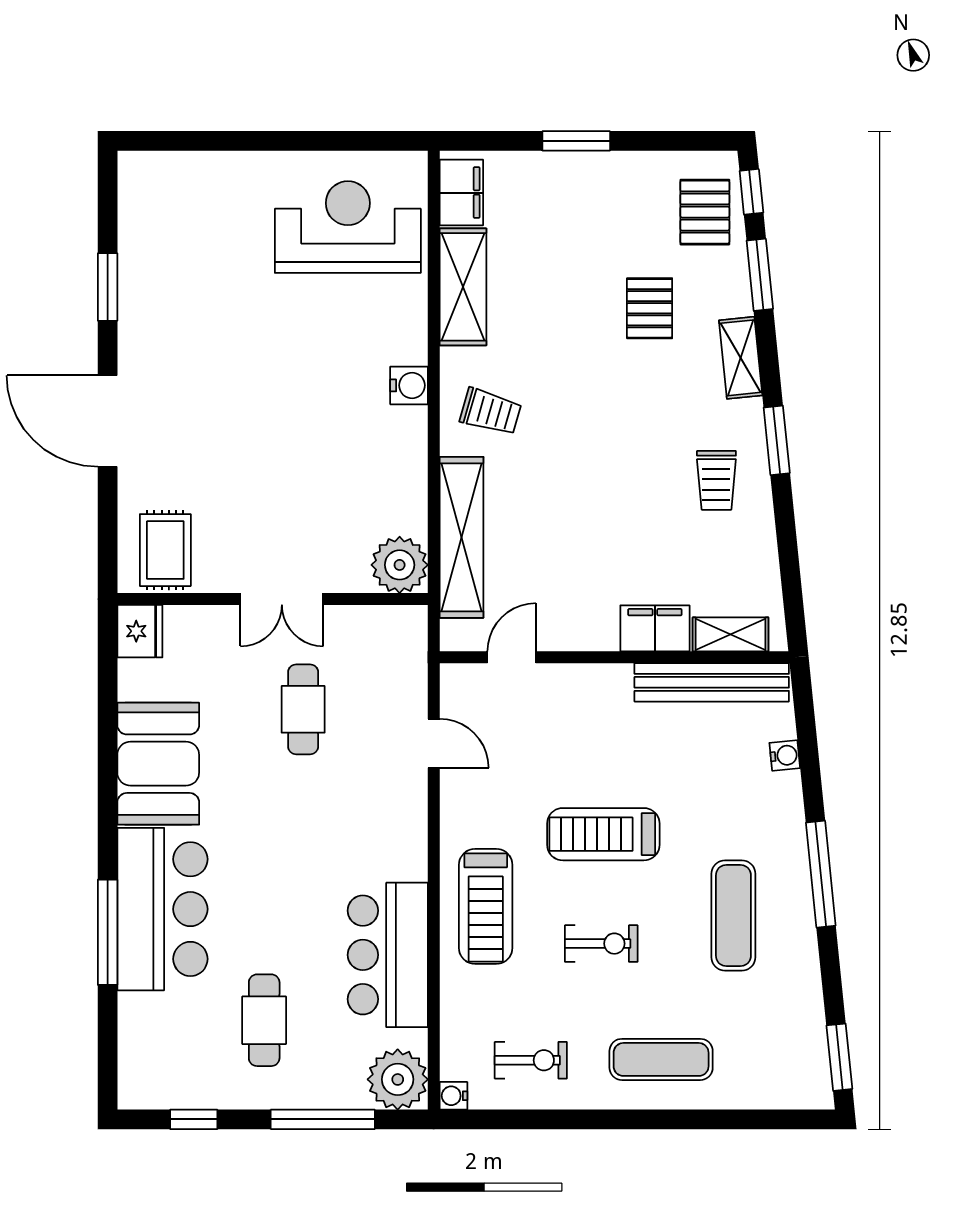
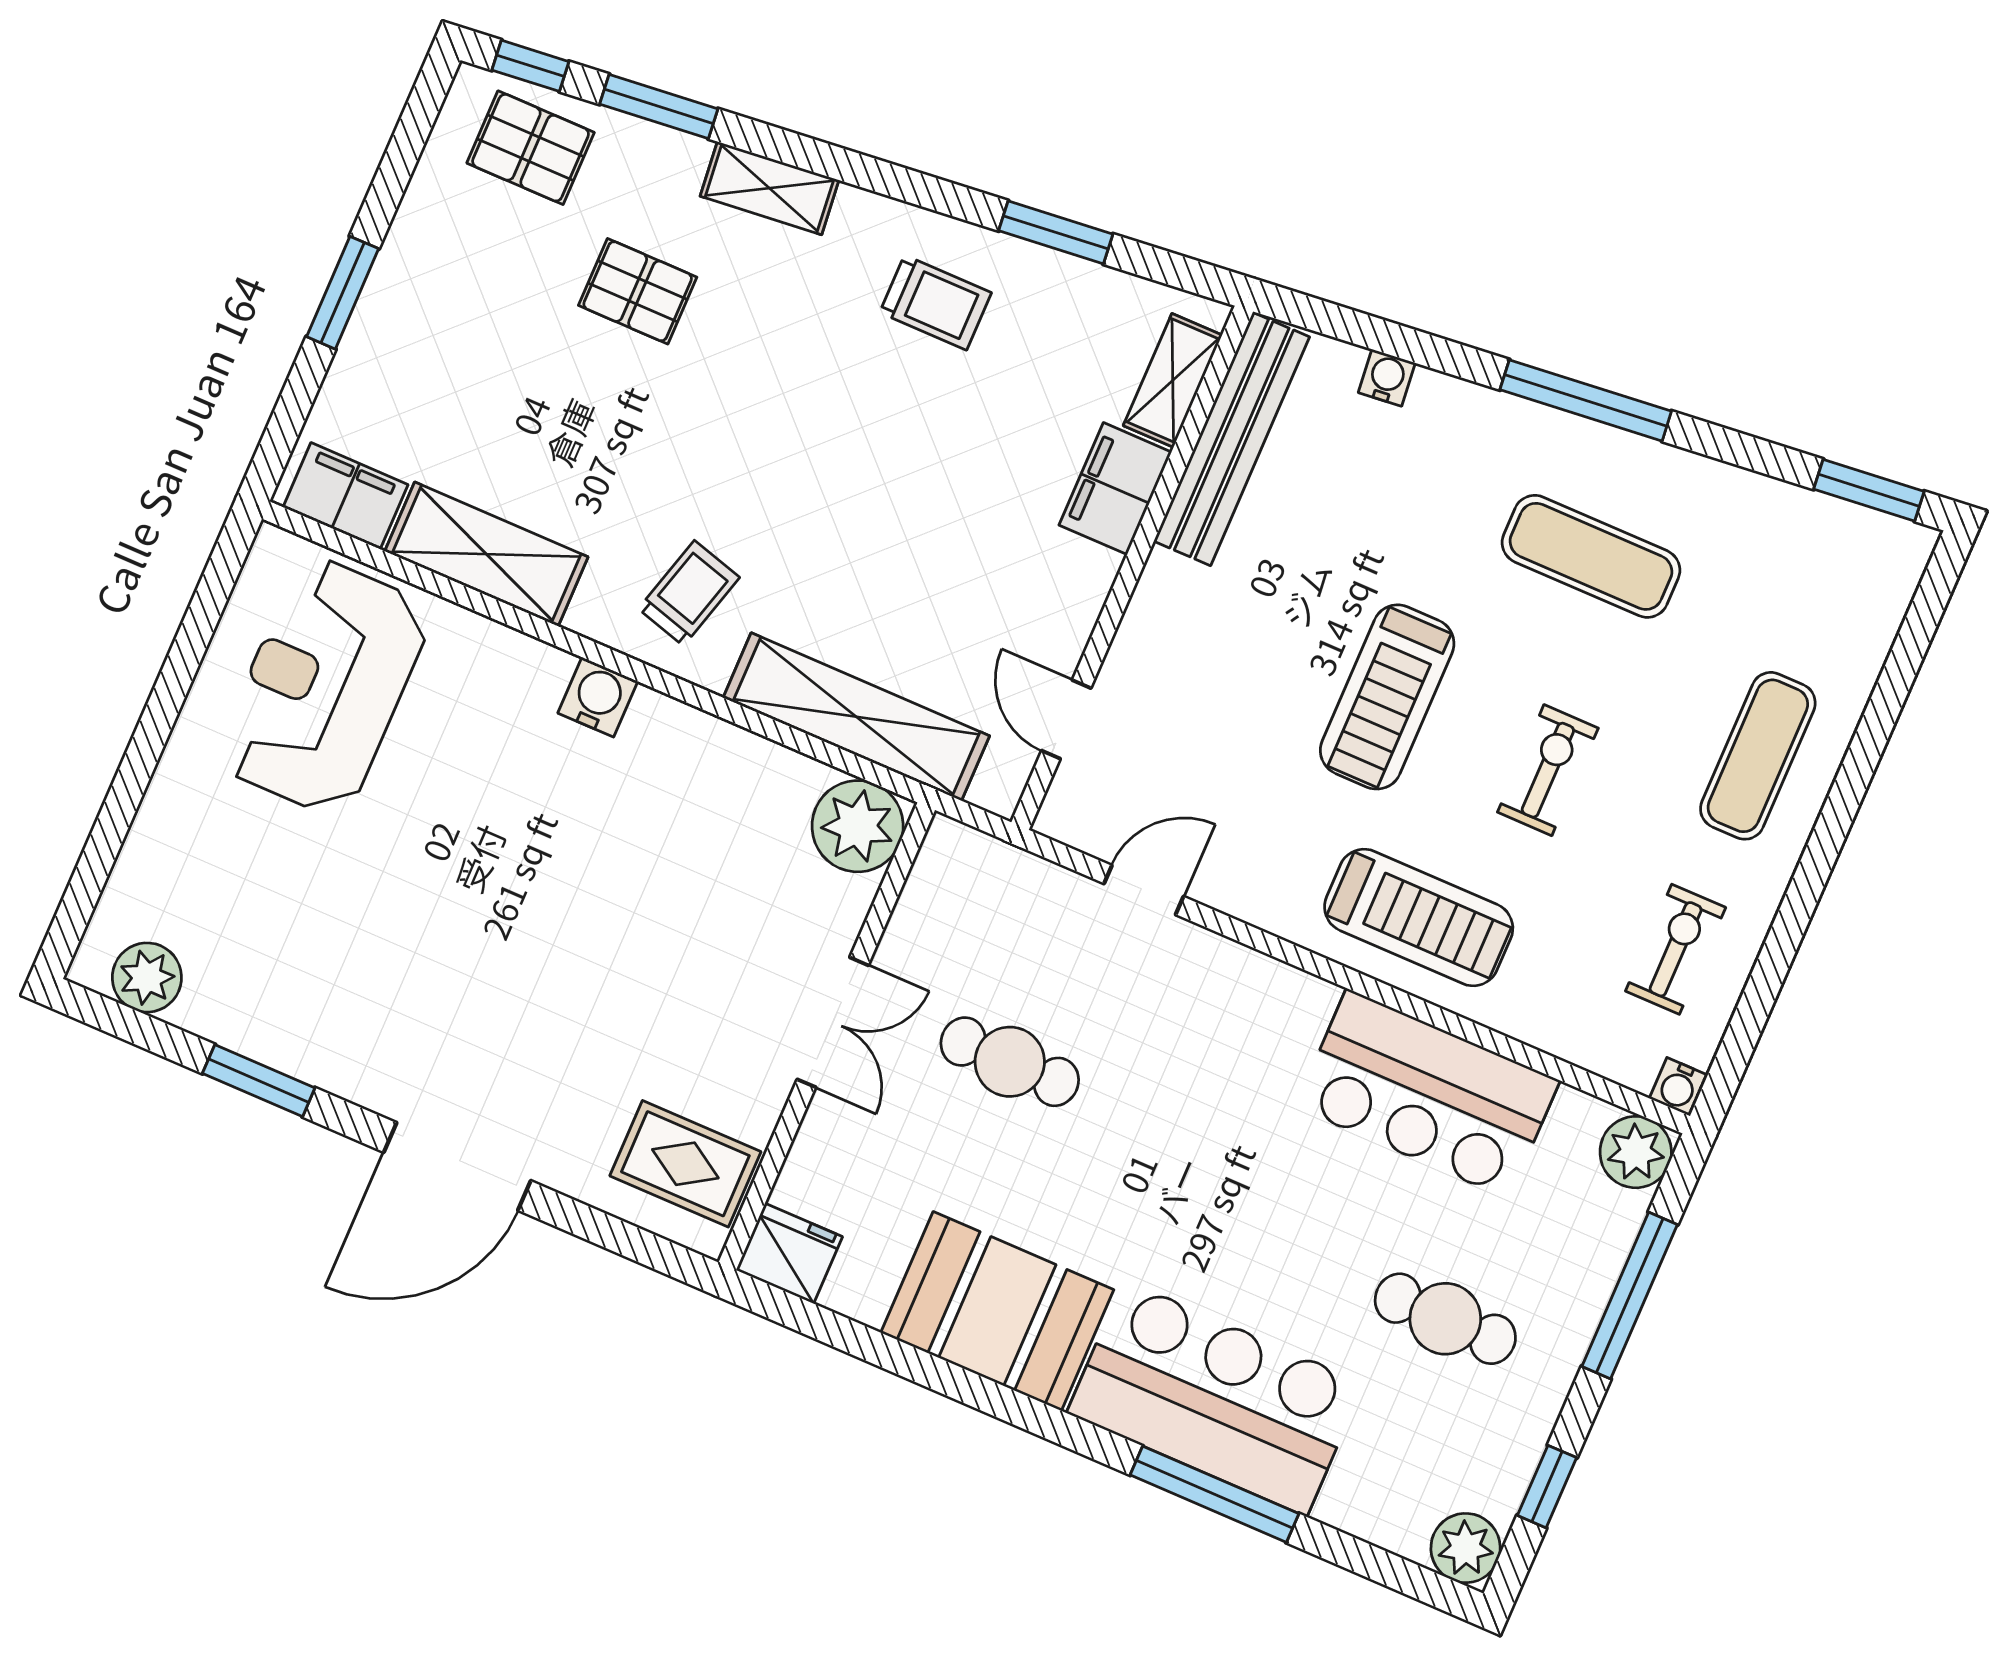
plant: (139, 198) -> (147, 978), added
window: (777, 440) -> (1056, 232), moved
plant: (398, 1079) -> (1636, 1152), width x0.73, depth x0.73
plant: (139, 1088) -> (1466, 1548), added

